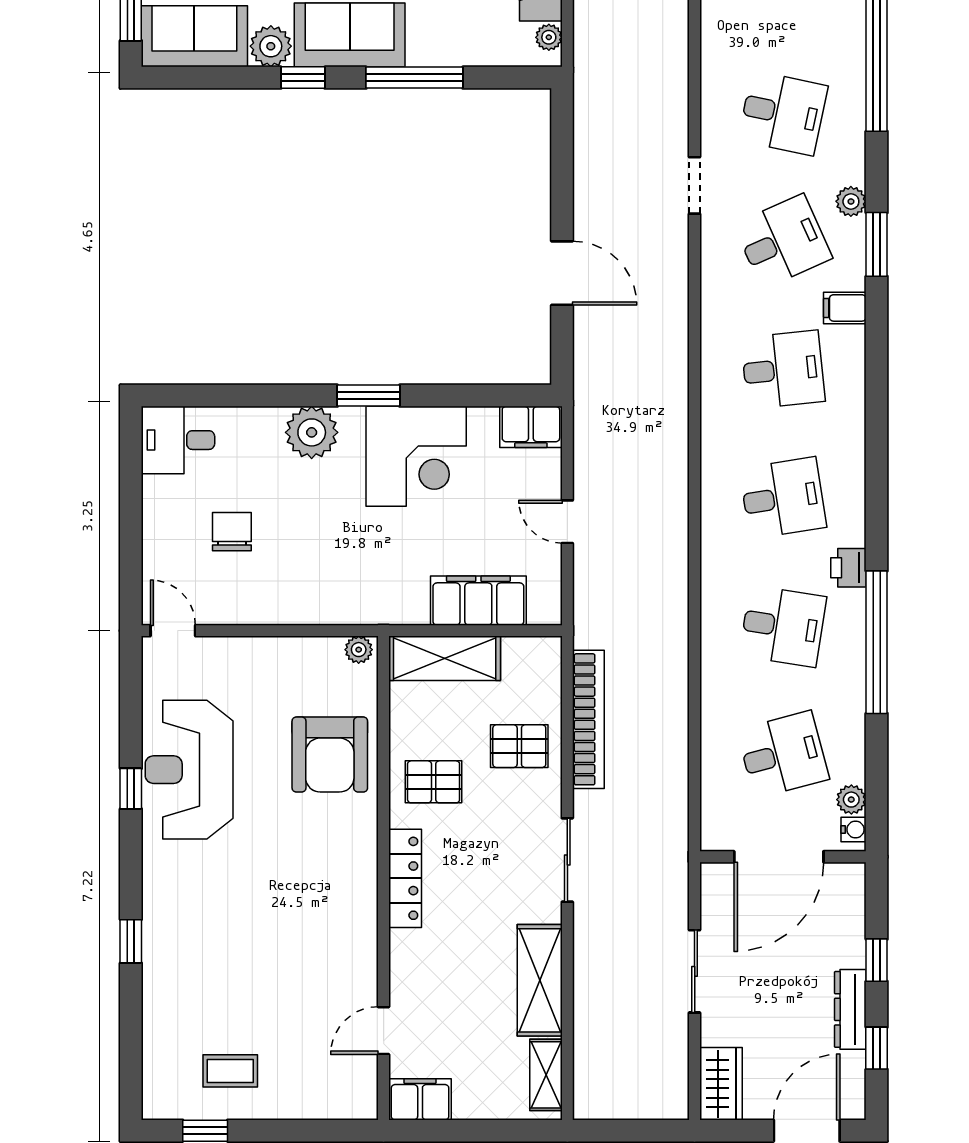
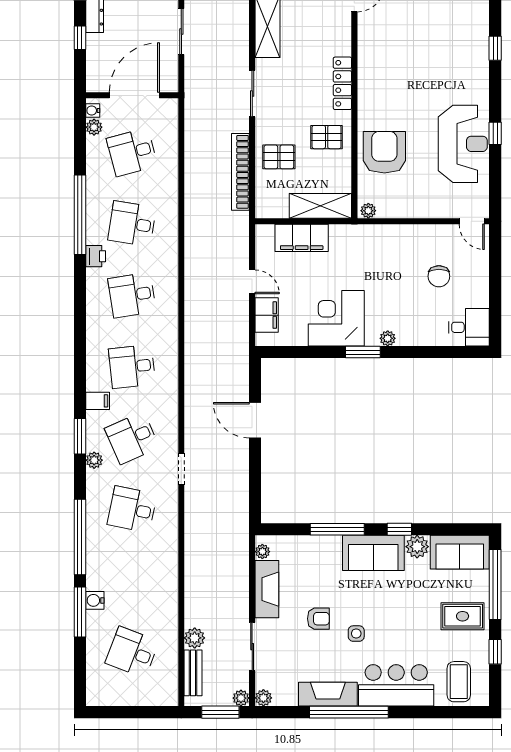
filing cabinet: (531, 427) -> (267, 315), moved, turned 90
plant: (312, 432) -> (388, 338), width x0.53, depth x0.53

